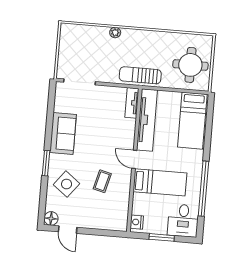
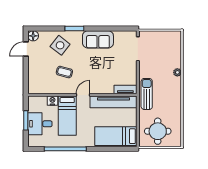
desk: (183, 221) -> (40, 124), moved
nightstand: (137, 222) -> (52, 101), moved

